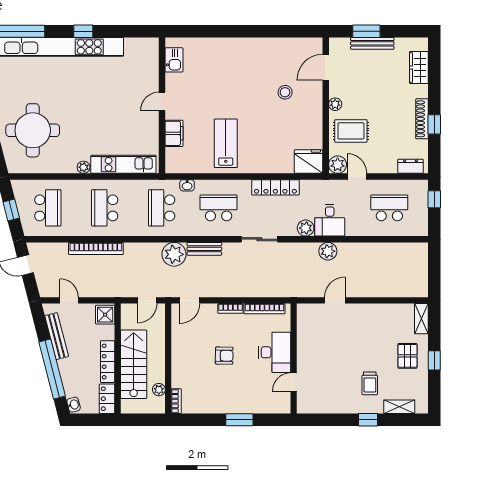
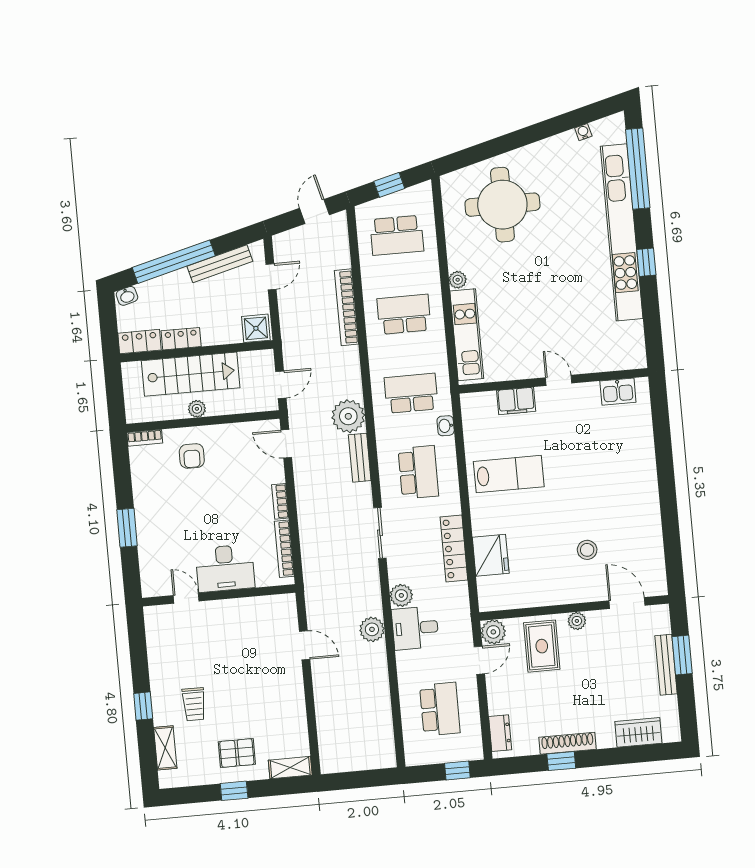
fridge: (309, 162) -> (491, 555), moved
door: (147, 300) -> (281, 385), swing flipped
armchair: (224, 356) -> (192, 456), moved
locker: (108, 362) -> (181, 339), width x0.66
trolley: (370, 383) -> (194, 704), turned -90
plant: (159, 390) -> (197, 409), moved

